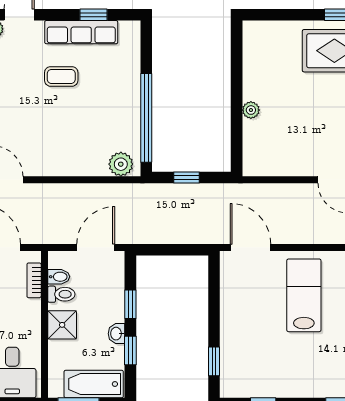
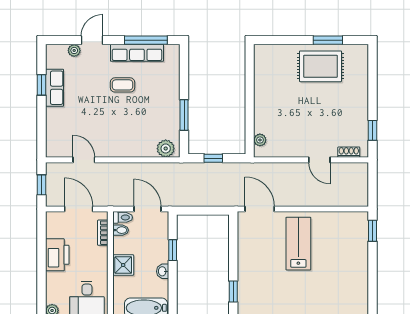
window: (93, 15) -> (146, 40), width x2.17
plant: (251, 110) -> (260, 140), moved
window: (146, 118) -> (184, 115), width x0.47
door: (96, 248) -> (147, 209), hinge flipped
toilet: (61, 294) -> (123, 217), moved
window: (130, 350) -> (173, 284), removed

